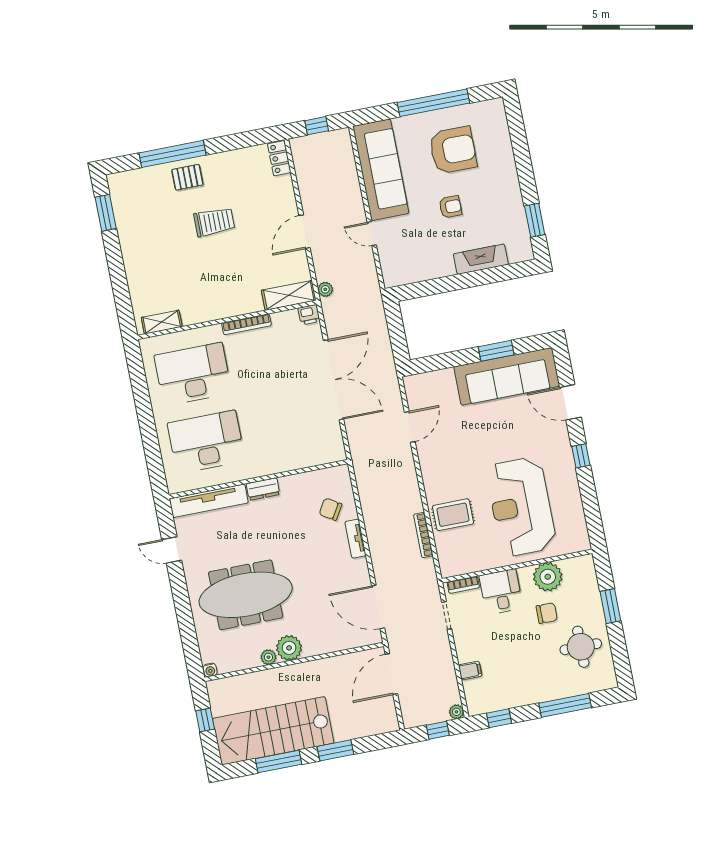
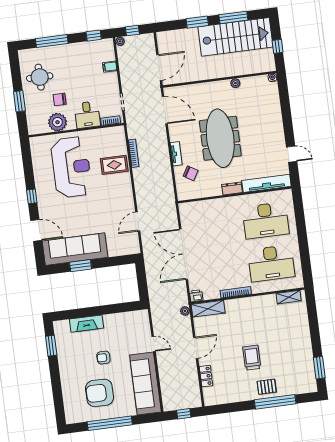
locker: (279, 158) -> (206, 376), moved
trolley: (214, 222) -> (252, 358), turned 90
meeting table: (246, 595) -> (220, 138), moved, turned 90
plant: (289, 648) -> (222, 88), removed

